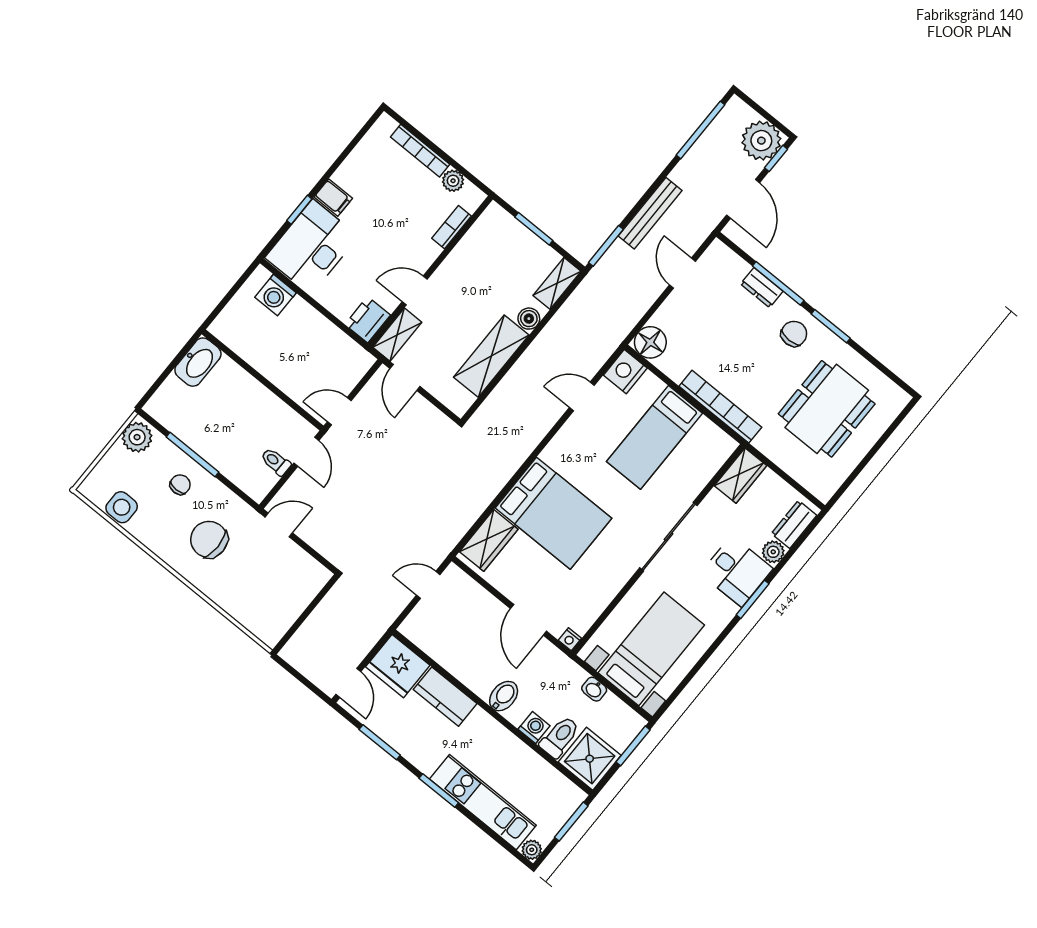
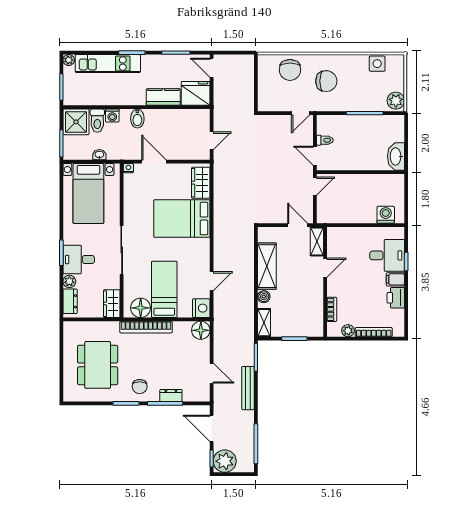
desk: (312, 247) -> (387, 255), width x0.73
printer: (368, 320) -> (396, 298), moved, turned 180
floor lamp: (707, 438) -> (141, 308), added
chair: (180, 485) -> (290, 70), moved, width x1.87, depth x1.87

